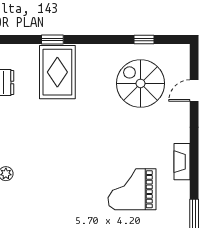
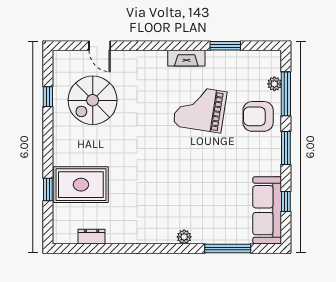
fireplace: (182, 162) -> (186, 58), moved
grand piano: (132, 189) -> (200, 109), turned 99

